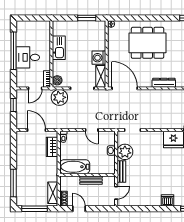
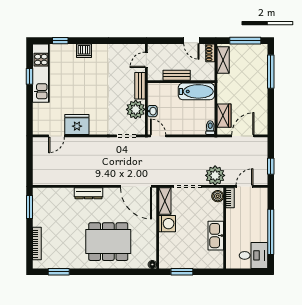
desk: (28, 57) -> (253, 255), moved
door: (36, 130) -> (243, 136), swing flipped
door: (92, 130) -> (158, 136), moved

